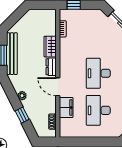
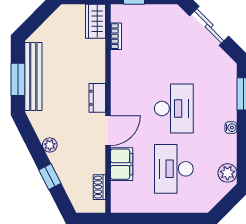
wardrobe: (50, 47) -> (96, 21), moved
desk: (98, 73) -> (174, 108), turned 180
door: (58, 87) -> (108, 130), swing flipped

